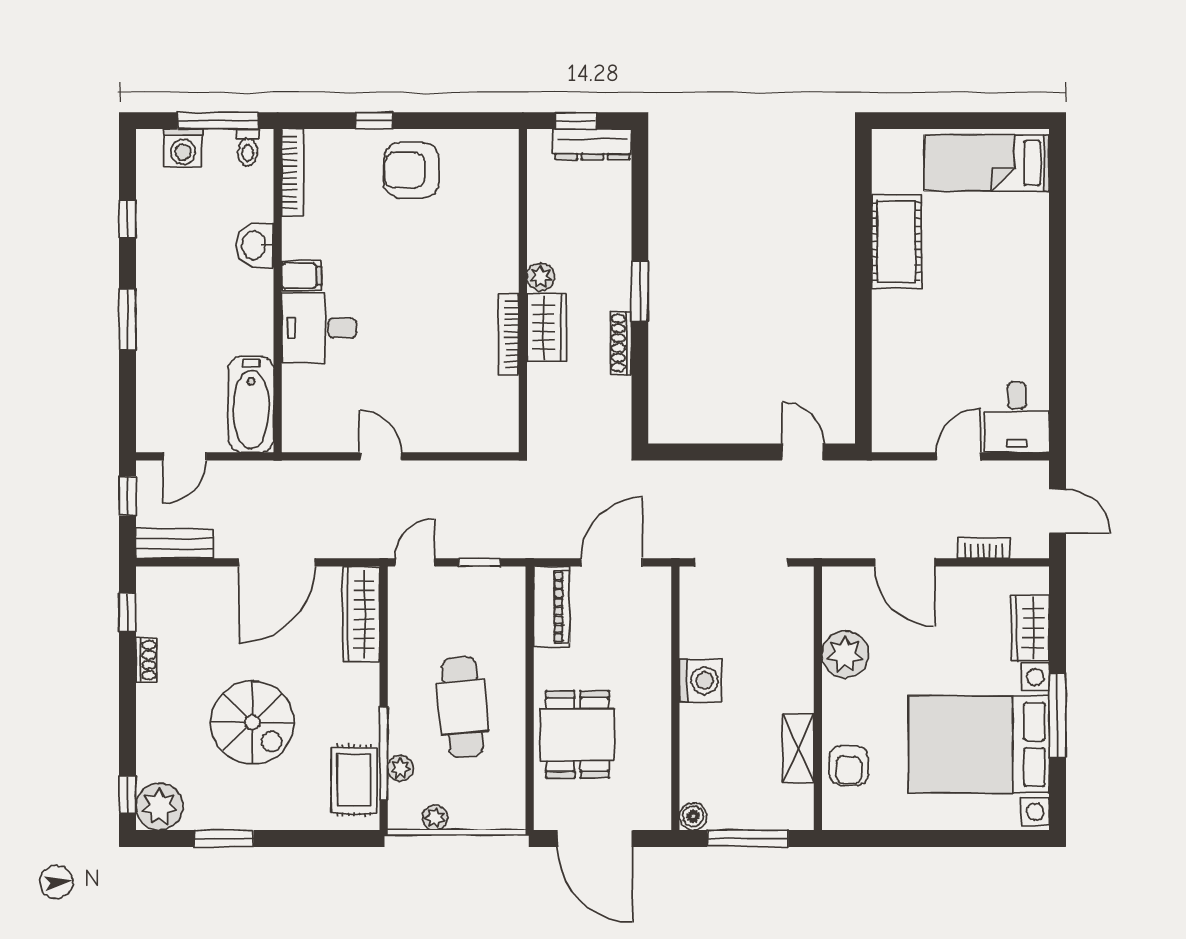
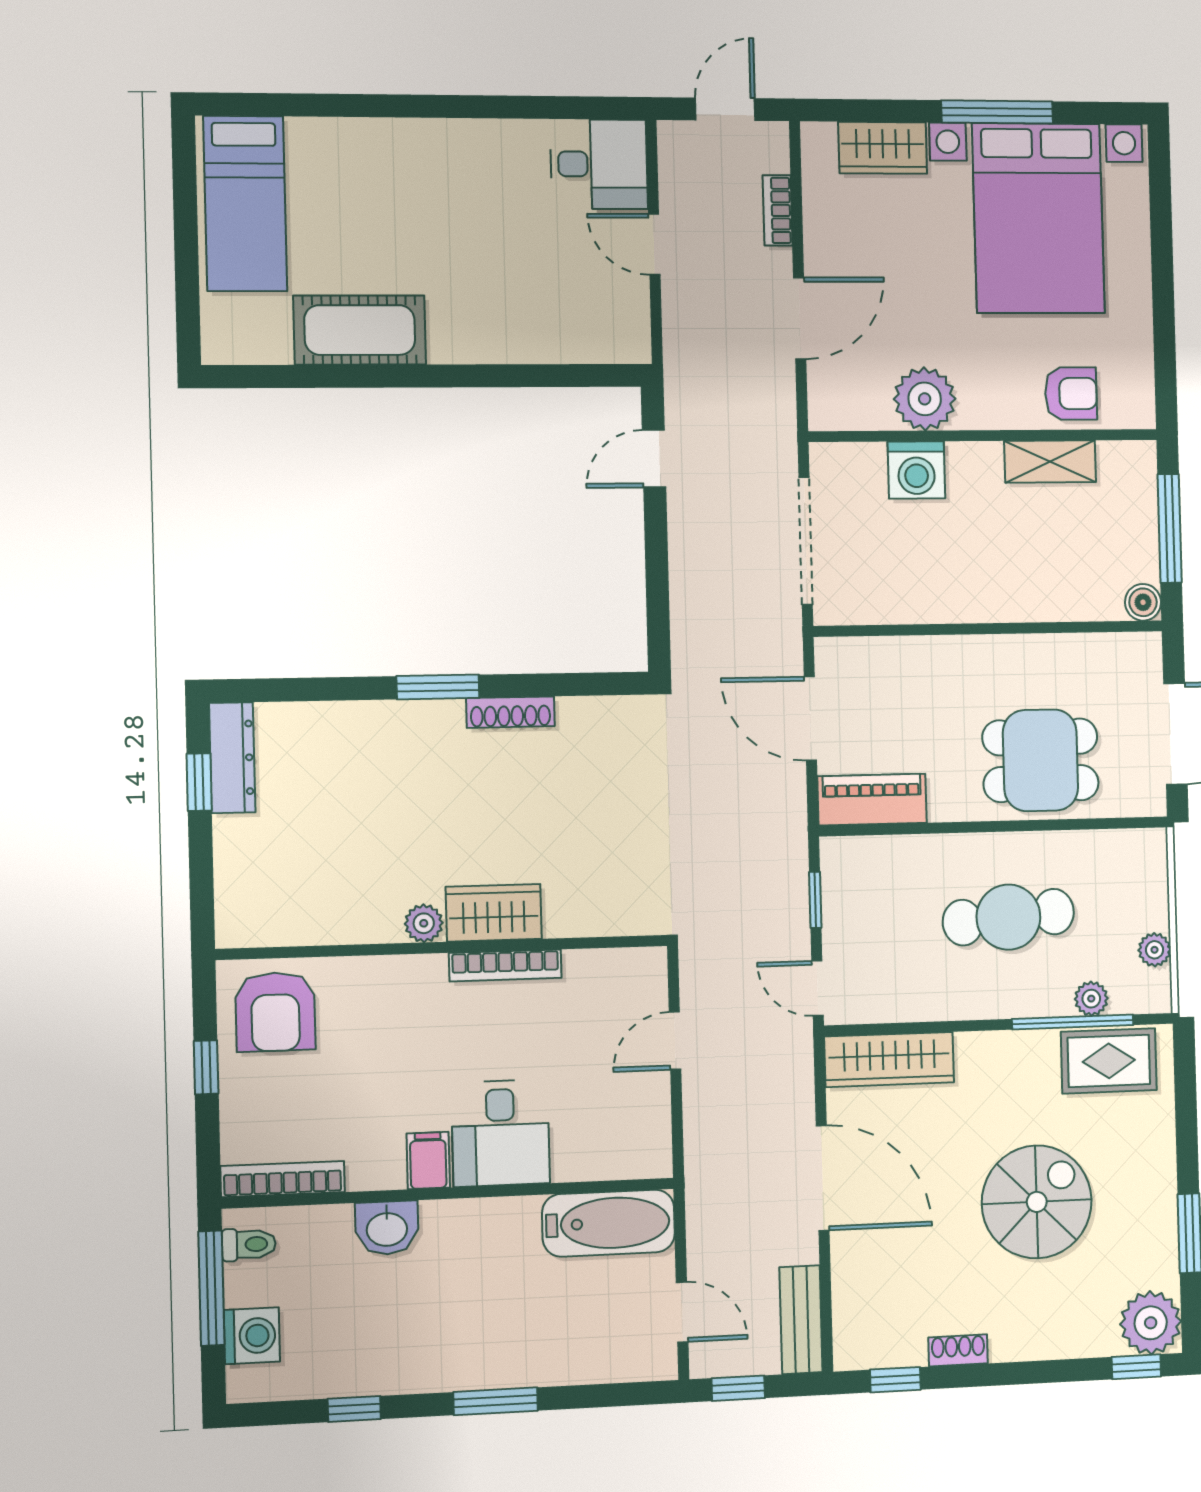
plant: (541, 277) -> (424, 923), moved
wall: (523, 291) -> (444, 947), moved
wardrobe: (547, 327) -> (494, 913), moved
bookcase: (509, 335) -> (505, 965), moved
washing machine: (700, 681) -> (916, 470), moved, turned 180

